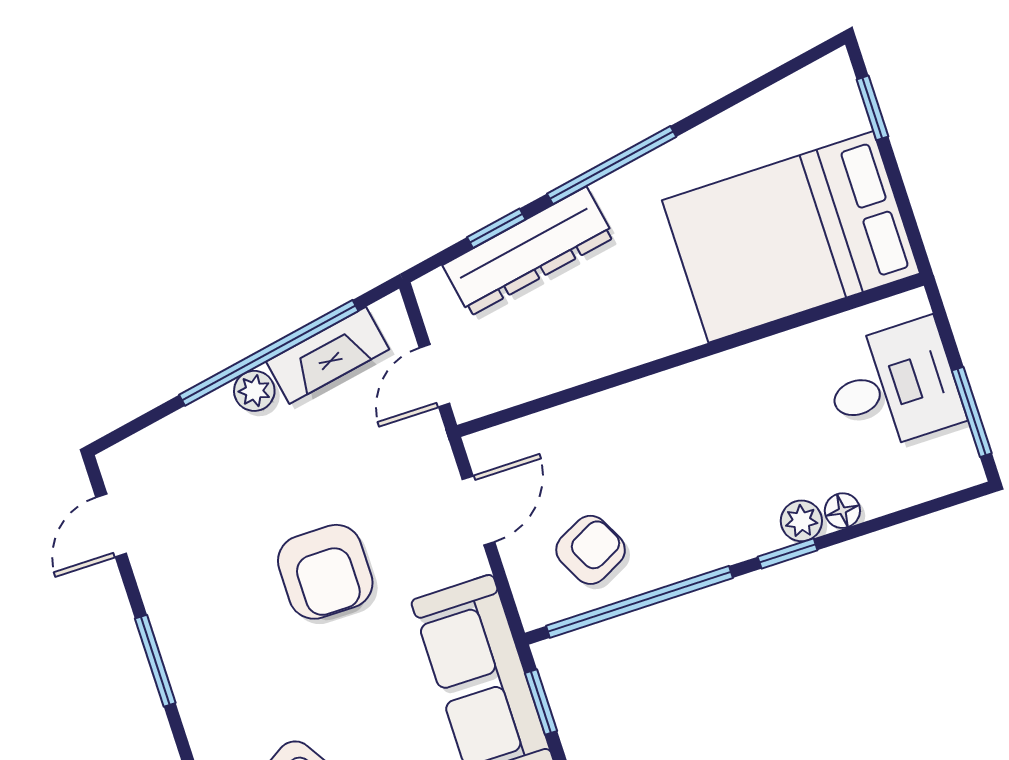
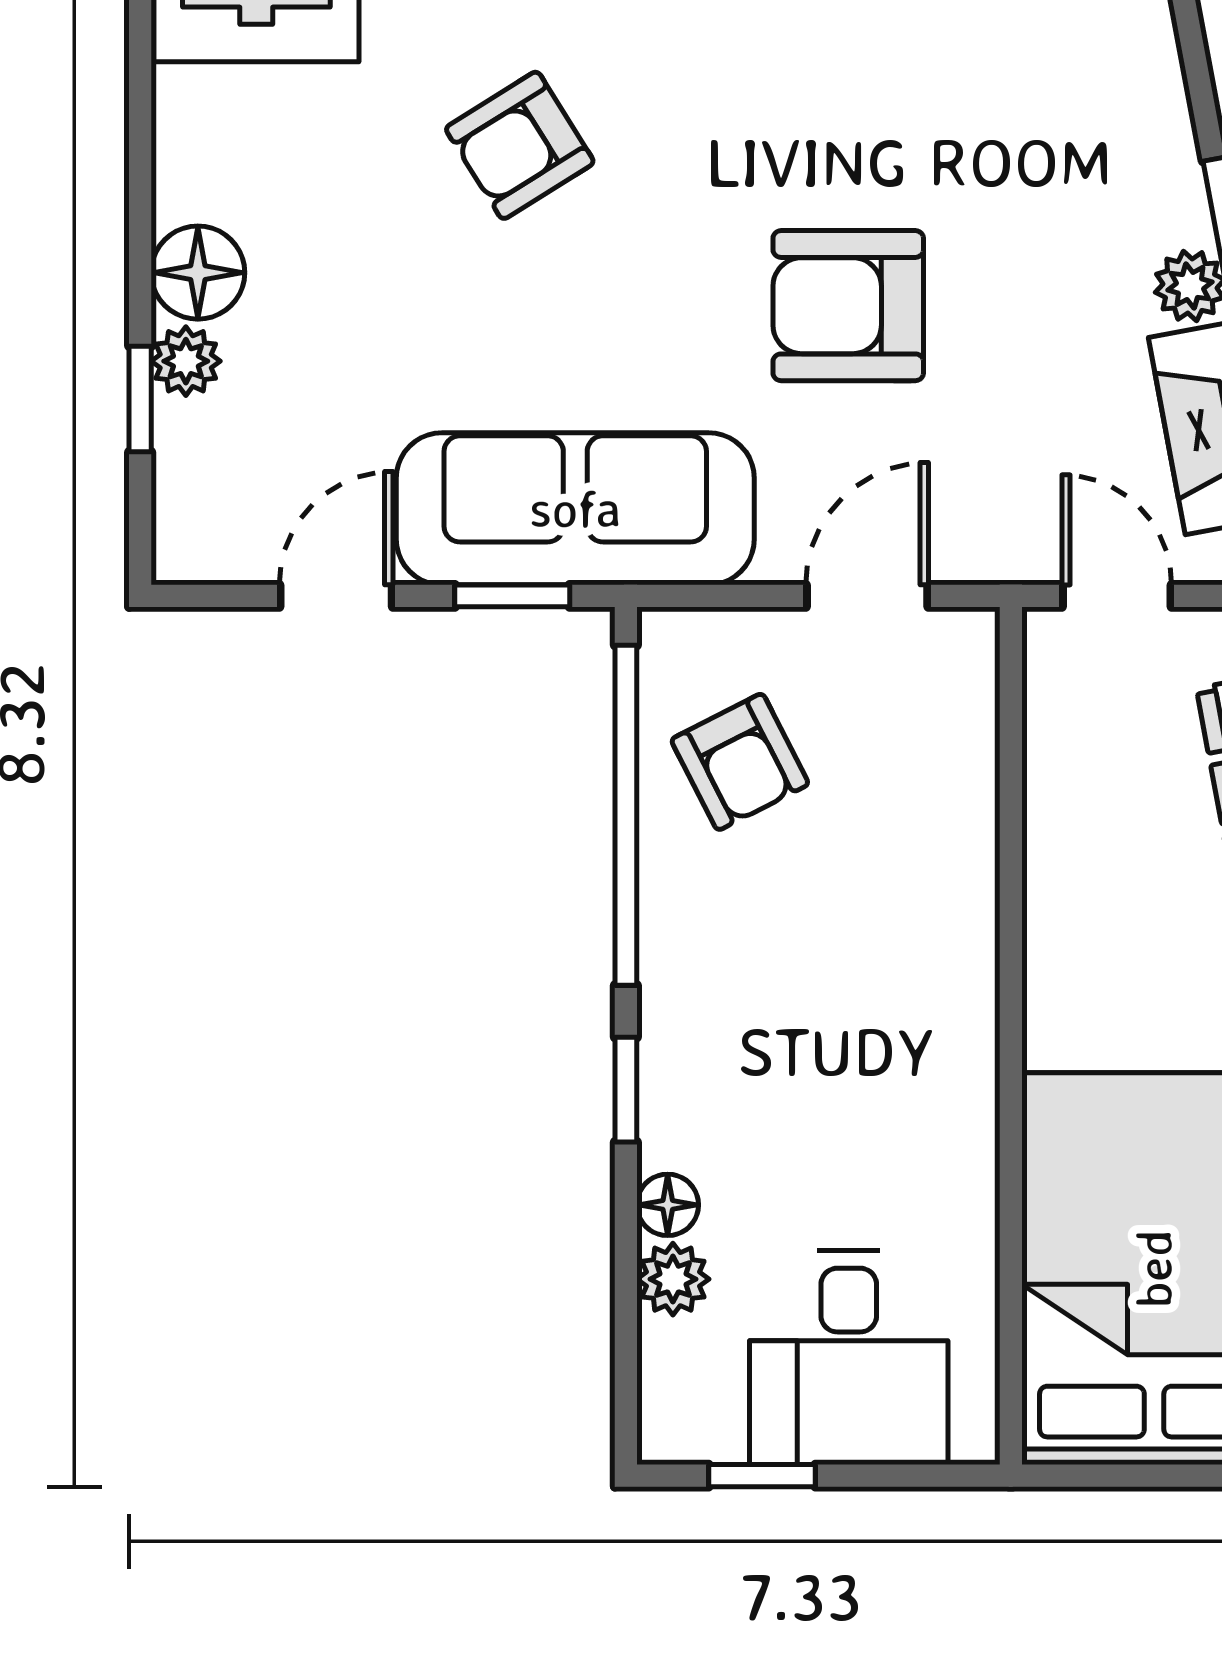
window: (972, 412) -> (762, 1476), width x0.67
door: (478, 510) -> (867, 596), swing flipped
plant: (801, 521) -> (673, 1279), moved

